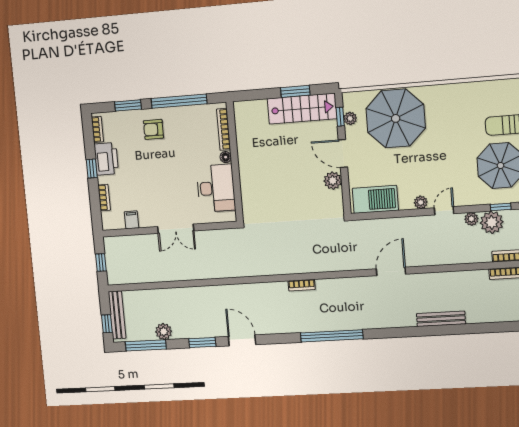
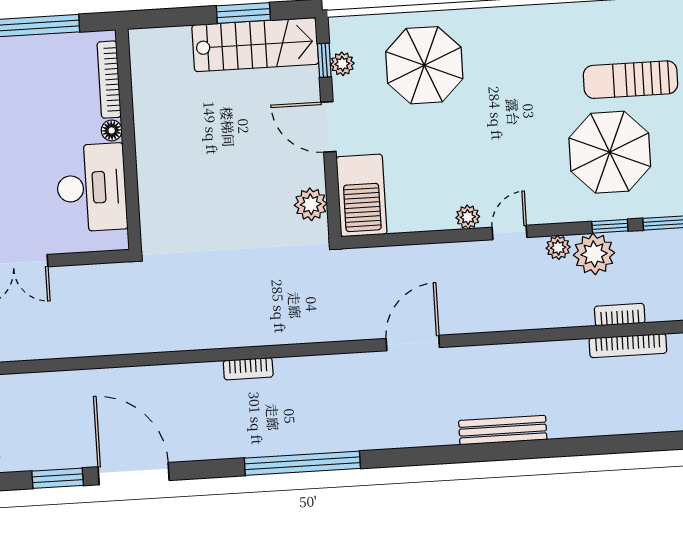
parasol: (396, 118) -> (424, 65), width x0.73, depth x0.73
plant: (333, 181) -> (311, 204), moved
barbecue: (375, 199) -> (362, 195), moved, turned 90
door: (242, 340) -> (134, 474), width x1.36

